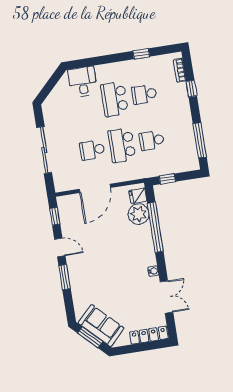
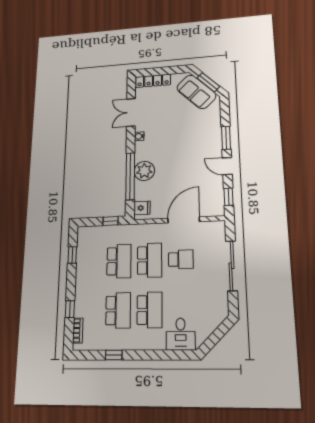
school desk: (144, 94) -> (118, 310), width x1.85
school desk: (152, 140) -> (119, 261), width x1.85
window: (200, 140) -> (72, 255), width x0.46
plant: (139, 214) -> (144, 171), moved

